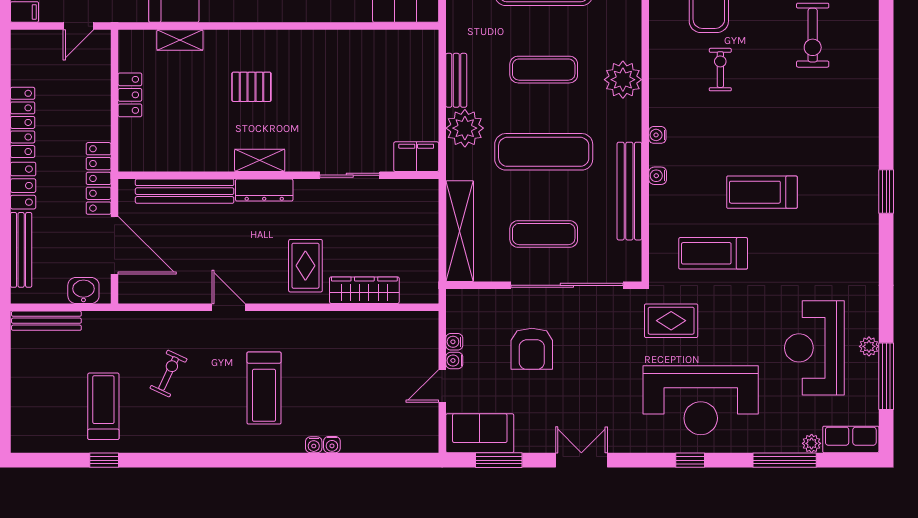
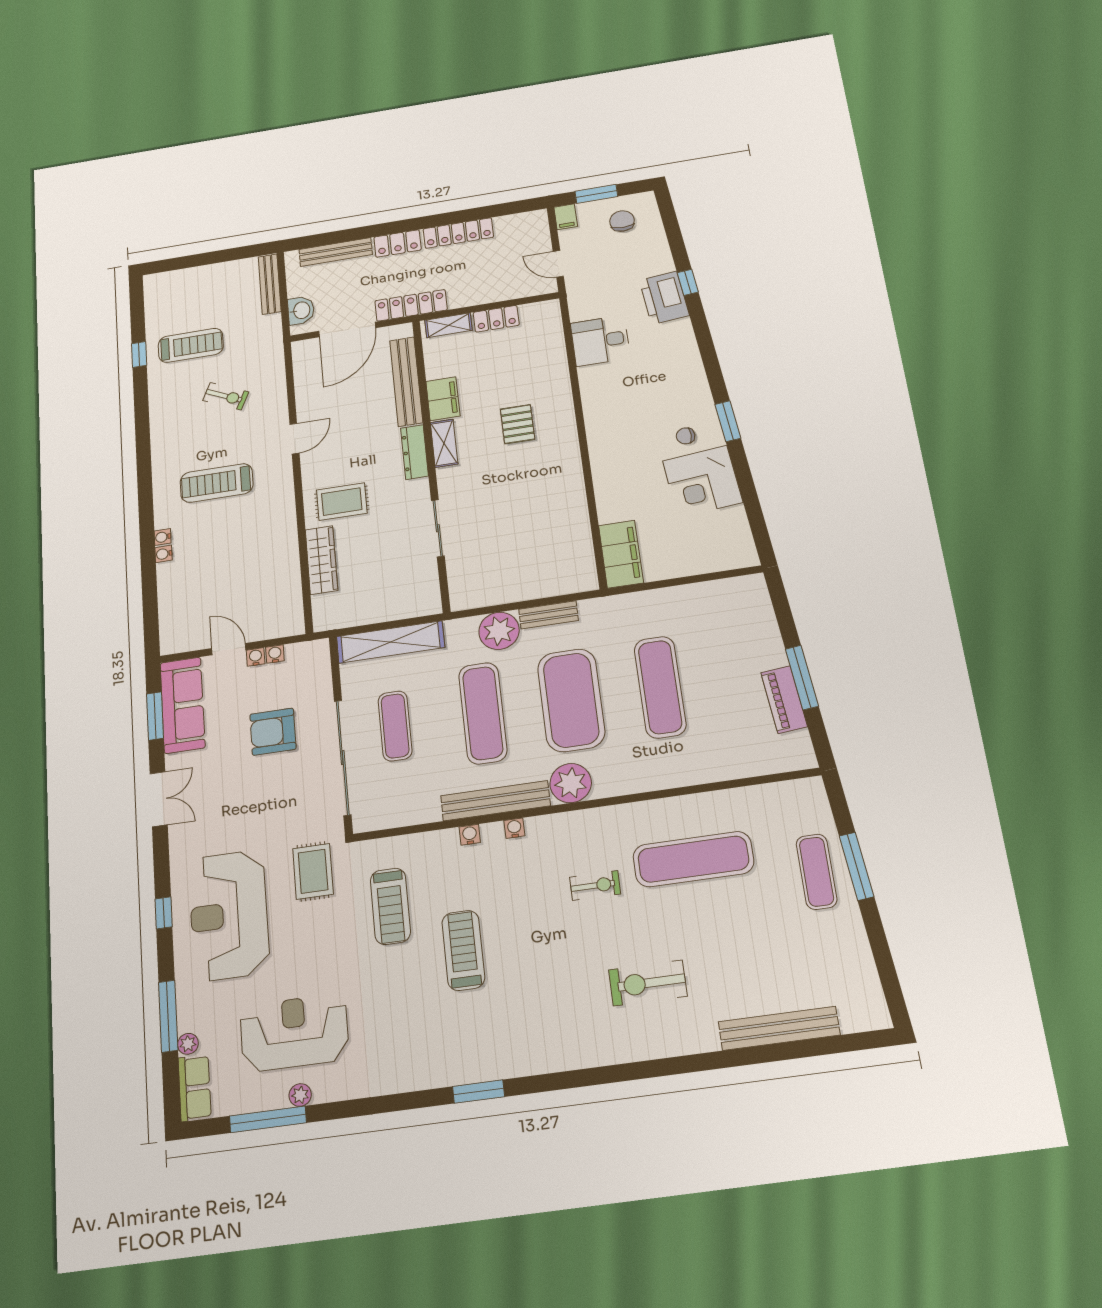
shelving: (180, 40) -> (448, 325), moved, turned 90
exercise mat: (544, 70) -> (571, 700), width x2.00, depth x1.45
filing cabinet: (416, 157) -> (443, 399), moved
bench: (629, 191) -> (495, 801), moved
treadmill: (713, 253) -> (390, 906), turned 180
sofa: (480, 433) -> (183, 705), width x1.36

